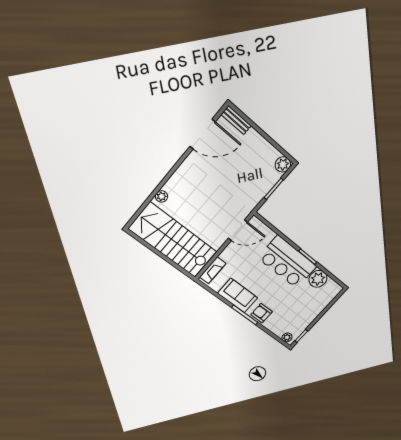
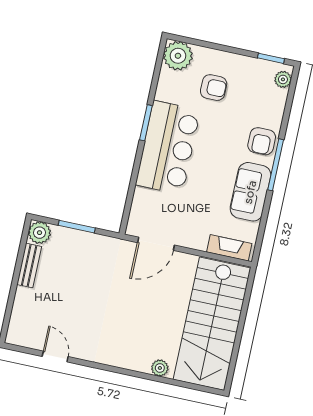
bench: (236, 120) -> (29, 265), moved
door: (203, 134) -> (55, 357), width x0.53
door: (238, 230) -> (156, 244), swing flipped
plant: (318, 279) -> (178, 56), moved
armchair: (304, 301) -> (214, 88), added

